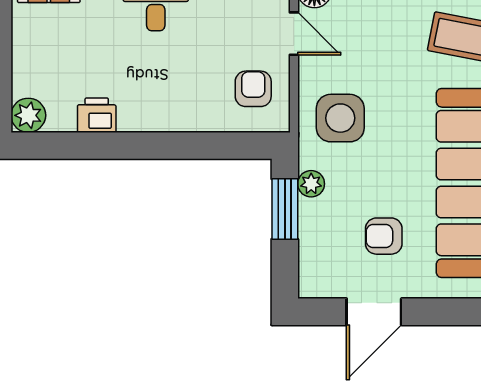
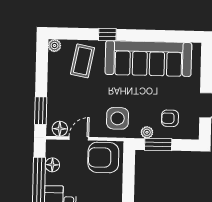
armchair: (253, 89) -> (103, 157), width x1.88, depth x1.88
armchair: (384, 236) -> (170, 118), moved, turned 90

